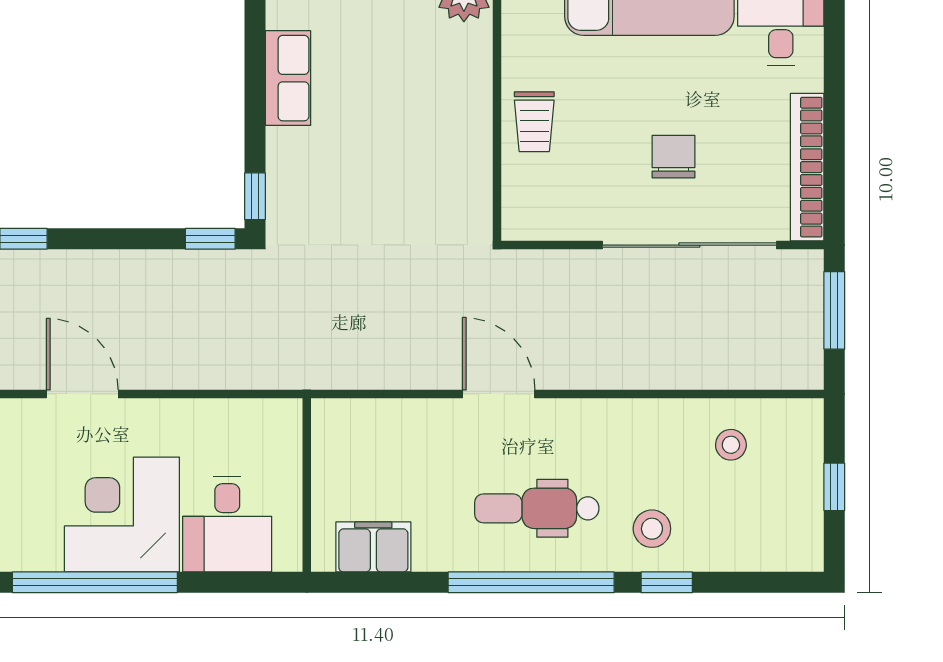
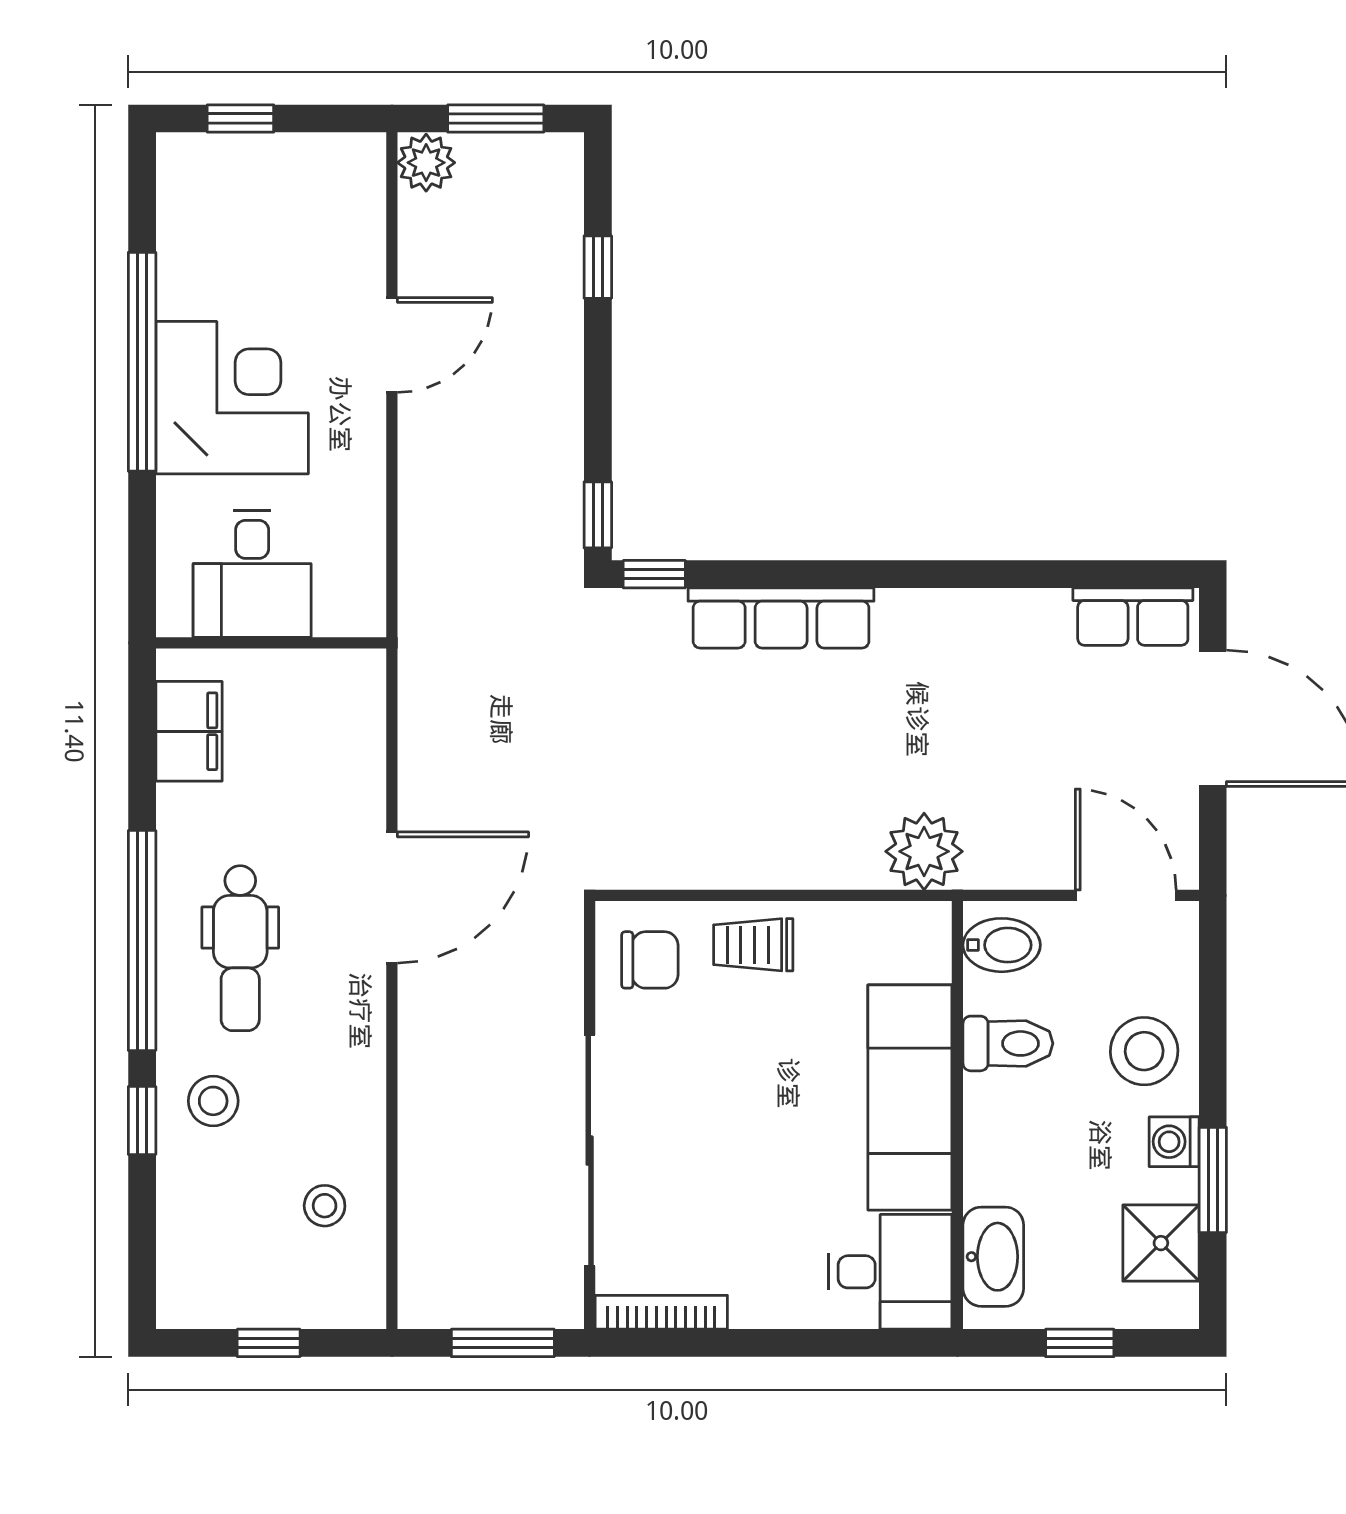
row of seats: (288, 78) -> (781, 618), width x1.48
chair: (674, 157) -> (650, 960), moved
bookcase: (807, 167) -> (661, 1312), width x0.68, depth x0.76
door: (499, 394) -> (392, 898), width x1.36
dental chair: (537, 508) -> (240, 948), turned 180
desk: (227, 524) -> (252, 574), moved, turned -90

